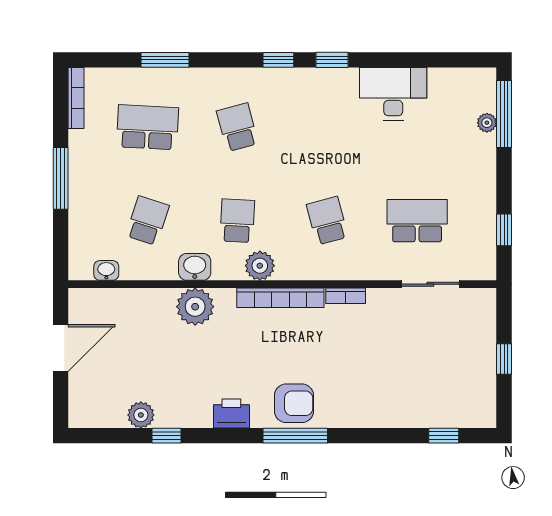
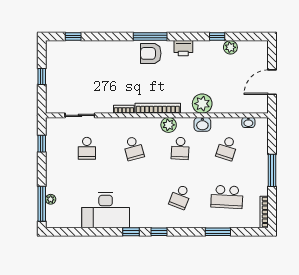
desk: (393, 94) -> (106, 210), width x1.36, depth x1.30
school desk: (237, 127) -> (180, 197), turned 36
school desk: (417, 221) -> (87, 148), width x0.54

